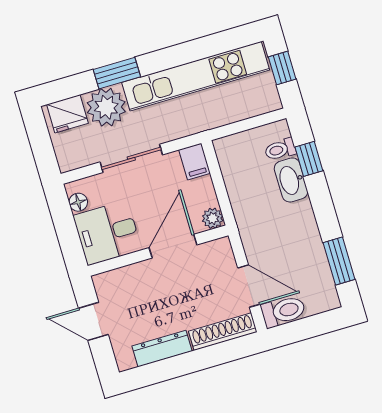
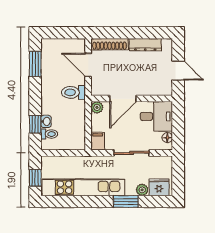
plant: (106, 107) -> (142, 190), width x0.53, depth x0.53
washbasin: (291, 180) -> (46, 121), width x0.52, depth x0.69
toilet: (283, 311) -> (73, 92), moved

